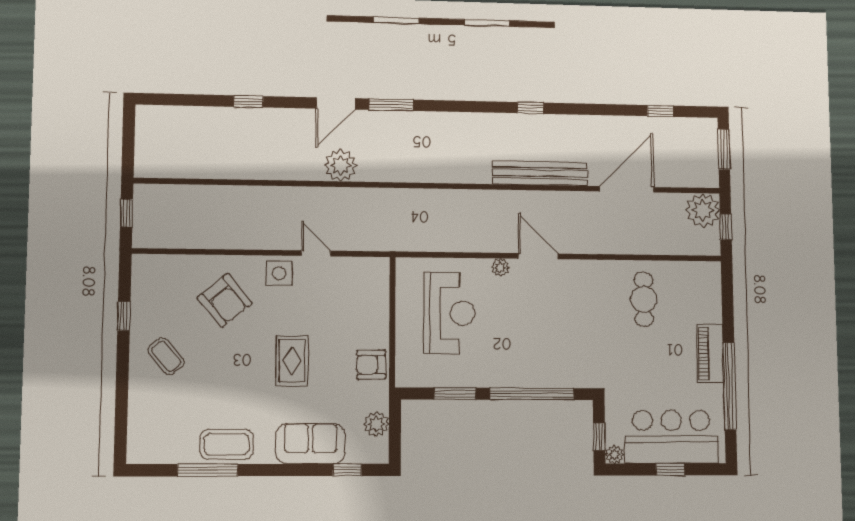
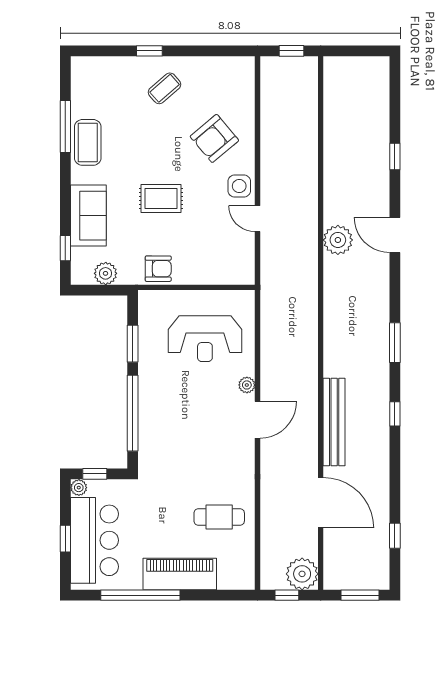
window: (391, 105) -> (395, 343), moved
door: (316, 253) -> (258, 219), swing flipped
window: (124, 316) -> (149, 51), moved
piano: (710, 354) -> (180, 574), width x1.37, depth x1.33
armchair: (371, 365) -> (158, 269), turned 91

